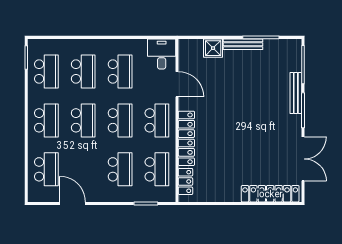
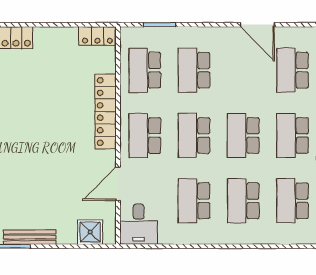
shower: (213, 48) -> (90, 232), moved
door: (177, 84) -> (118, 184), hinge flipped
locker: (185, 181) -> (97, 36), moved, turned -90

